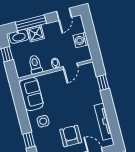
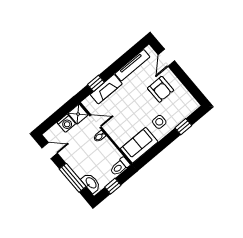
shower: (36, 33) -> (78, 114), moved
toilet: (35, 65) -> (120, 167), moved
fireplace: (94, 89) -> (106, 89), added
armchair: (71, 136) -> (161, 89), turned -90

